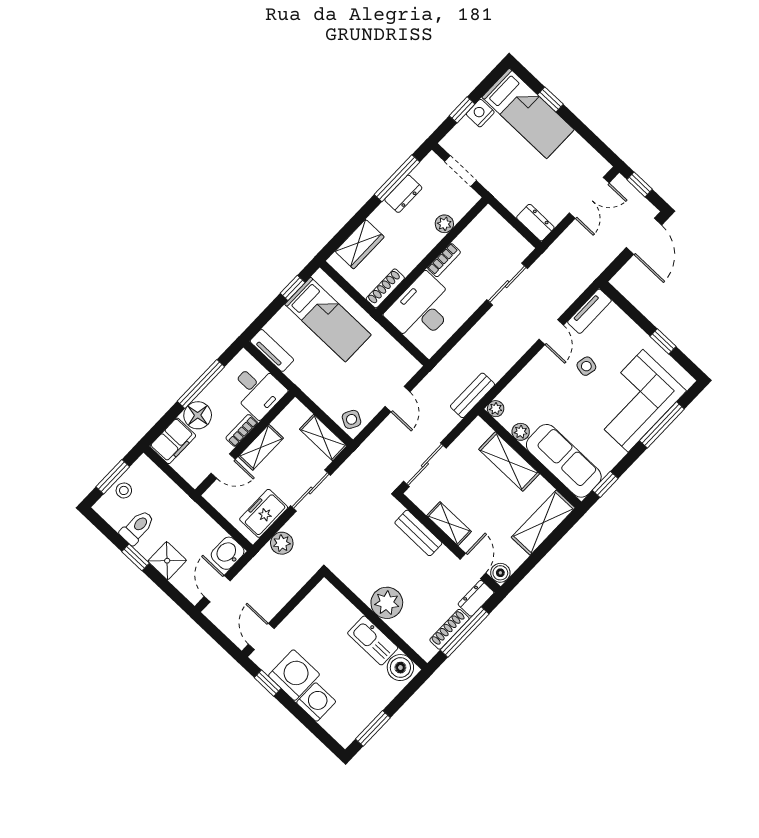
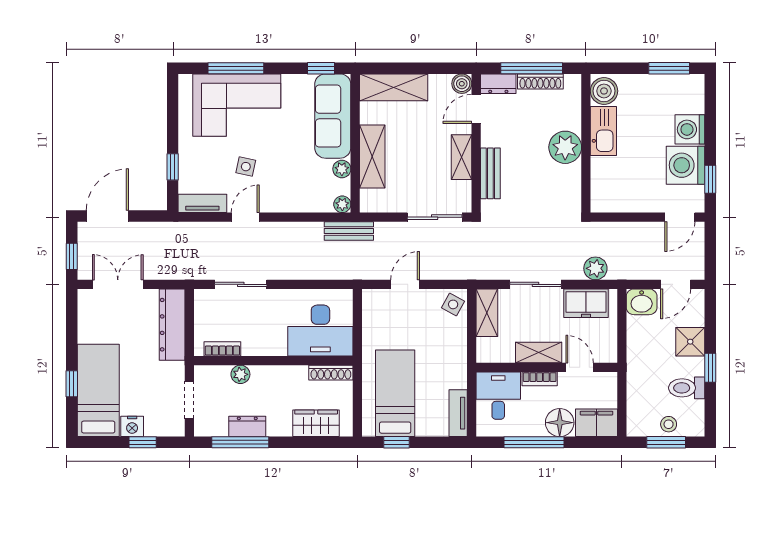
dresser: (535, 223) -> (172, 325), width x1.96, depth x1.24
bookcase: (444, 260) -> (222, 349), moved
window: (663, 341) -> (173, 167), moved

